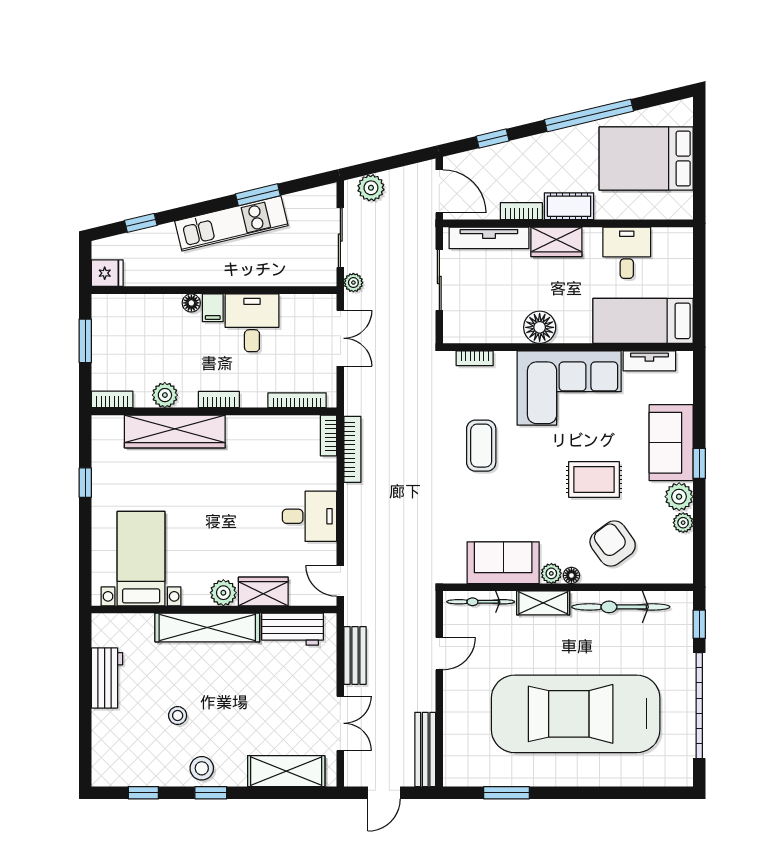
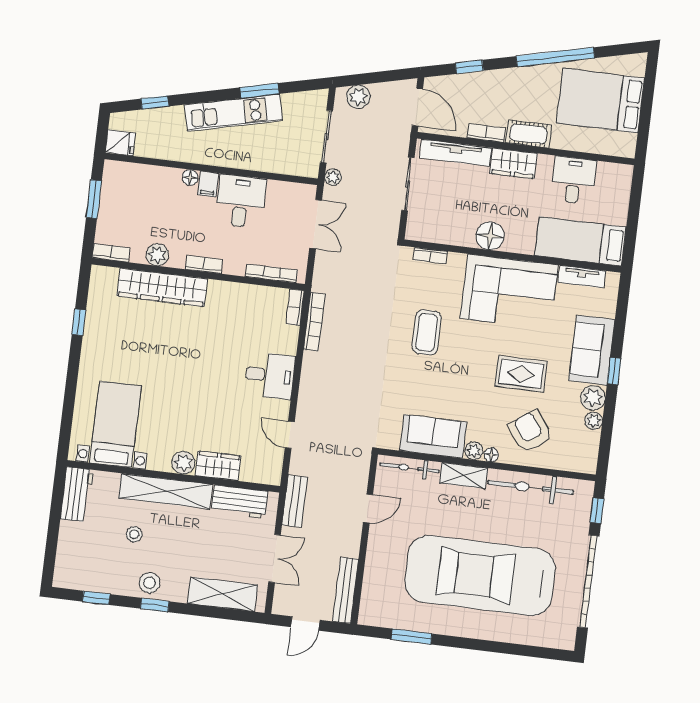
bed with nightstands: (141, 559) -> (116, 424), moved
wardrobe: (263, 591) -> (218, 466), moved
plant: (223, 593) -> (183, 463), moved
wall: (214, 610) -> (173, 476), moved
shelving: (207, 628) -> (166, 491), moved
workbench: (293, 629) -> (239, 502), moved

